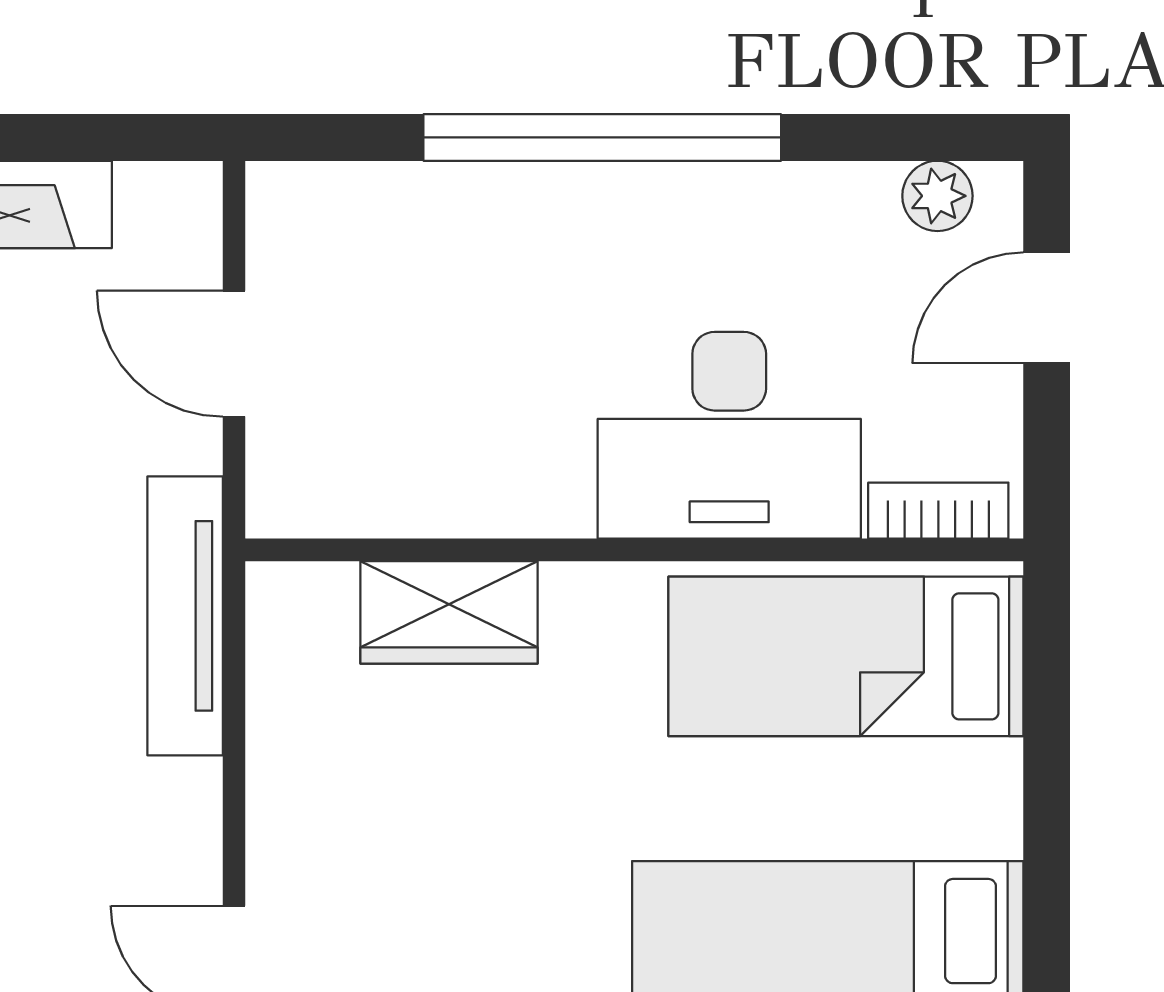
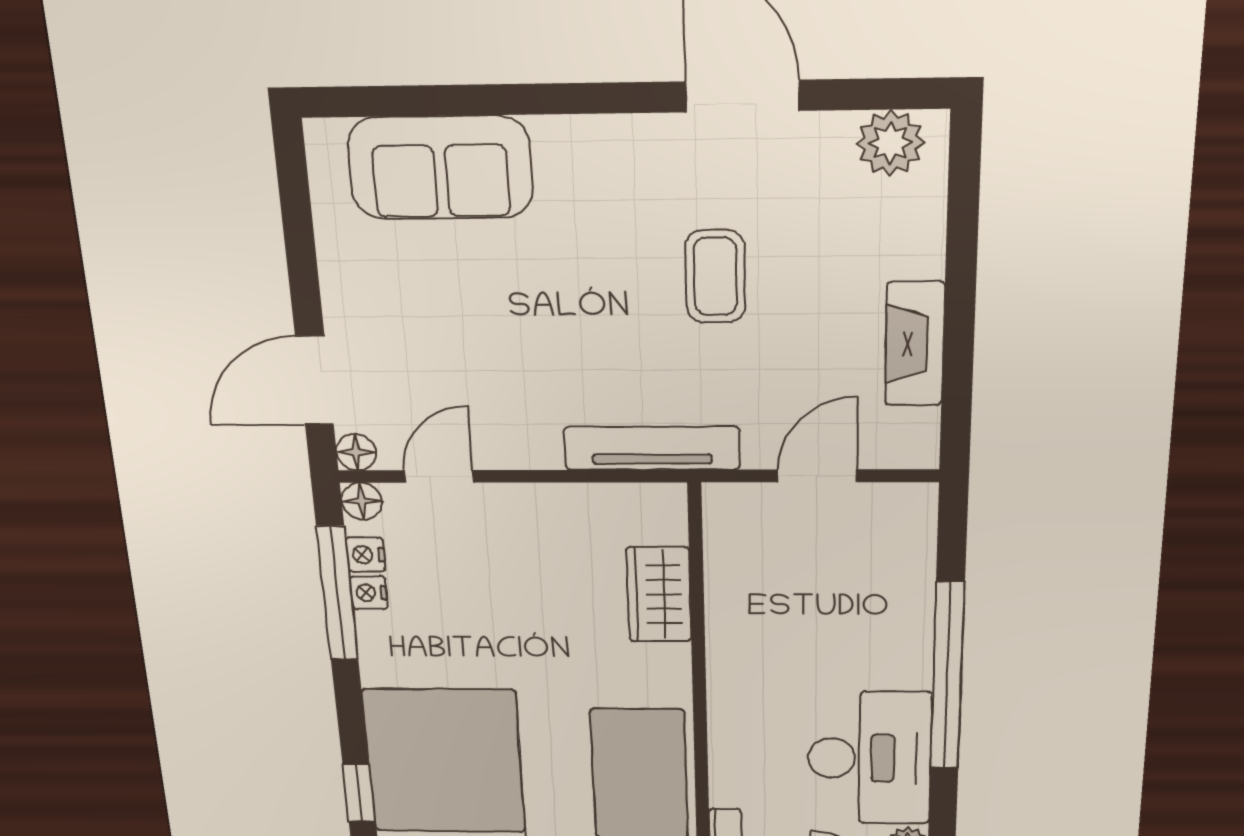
desk: (729, 435) -> (869, 758), moved, turned 180

